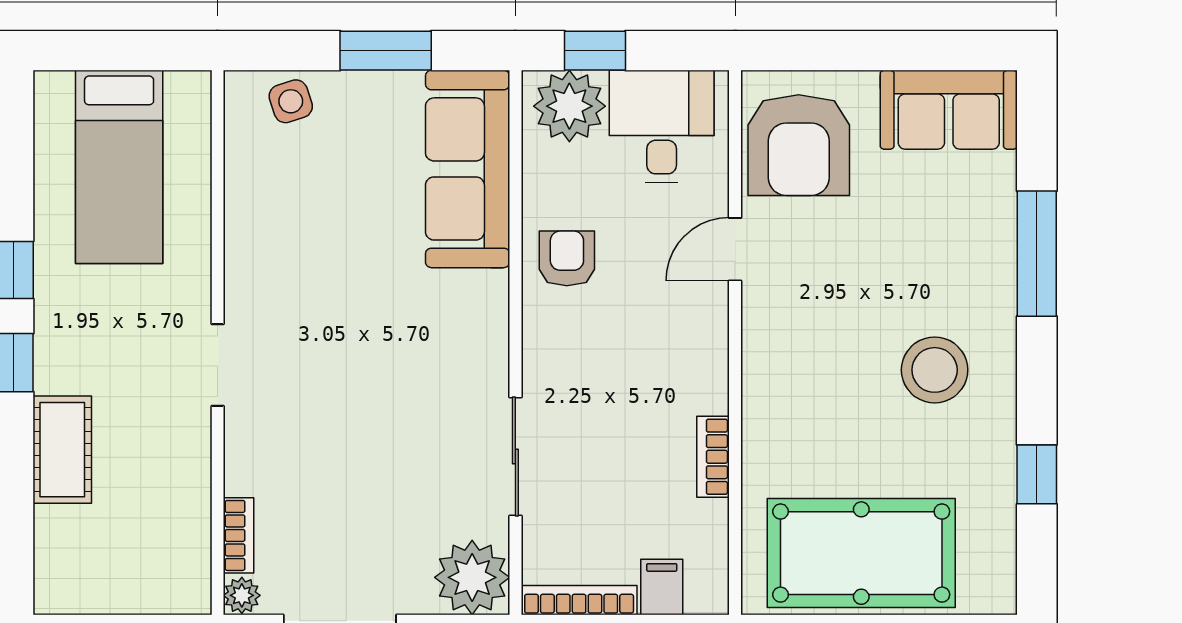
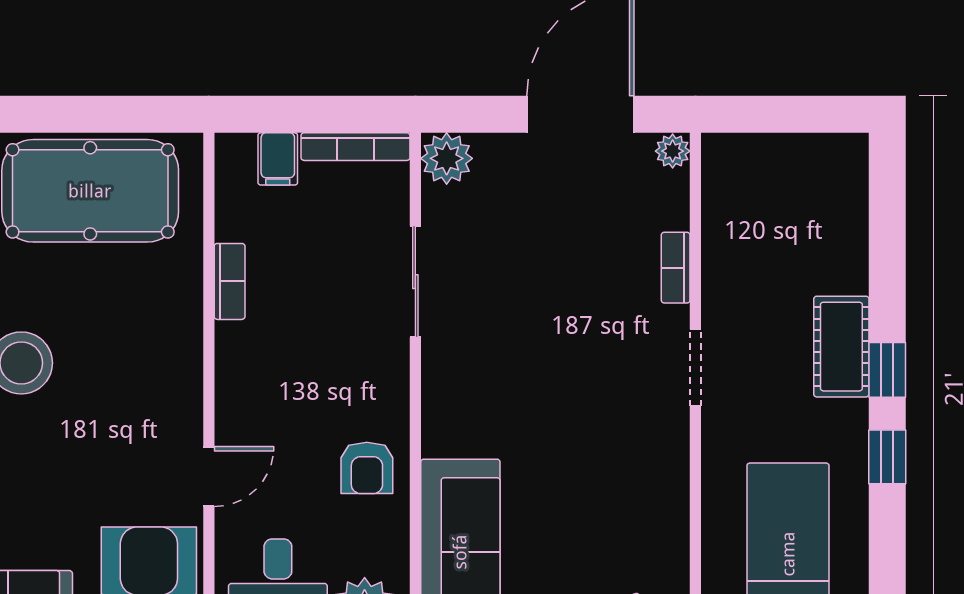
cot: (62, 450) -> (841, 347), moved
bookcase: (239, 535) -> (676, 268), moved
plant: (472, 577) -> (447, 158), width x0.73, depth x0.73

